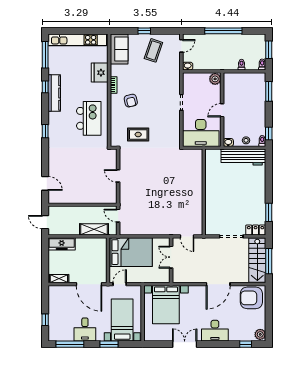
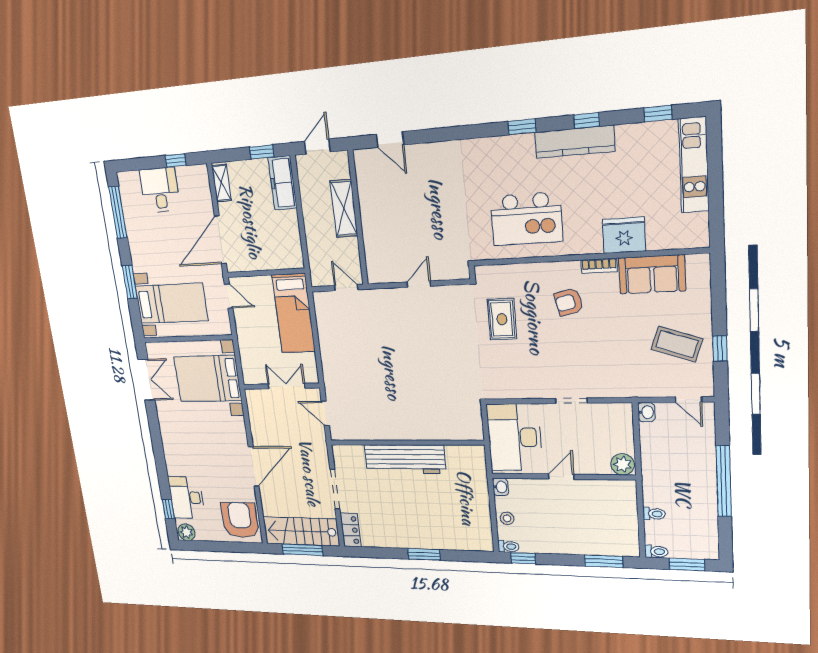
window: (144, 31) -> (720, 348), moved
kitchen unit: (77, 40) -> (694, 165), width x0.73
sofa: (119, 49) -> (652, 274), moved
window: (45, 55) -> (658, 114), width x0.46
door: (222, 110) -> (561, 477), hinge flipped
window: (45, 131) -> (522, 127), moved
workbench: (243, 157) -> (405, 459), moved, turned -90
door: (45, 183) -> (390, 140), hinge flipped
window: (269, 212) -> (424, 554), moved
door: (118, 216) -> (346, 288), hinge flipped
shelving: (94, 229) -> (344, 208), moved
door: (187, 236) -> (325, 413), hinge flipped
bed: (131, 252) -> (294, 313), width x0.67
window: (45, 253) -> (262, 152), added
door: (218, 284) -> (254, 466), swing flipped
window: (45, 320) -> (176, 160), moved
desk: (85, 329) -> (160, 190), moved, turned 90
desk: (215, 331) -> (187, 498), moved
double door: (185, 344) -> (146, 380), moved

